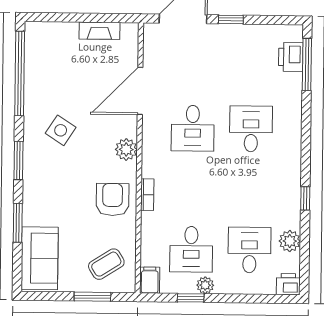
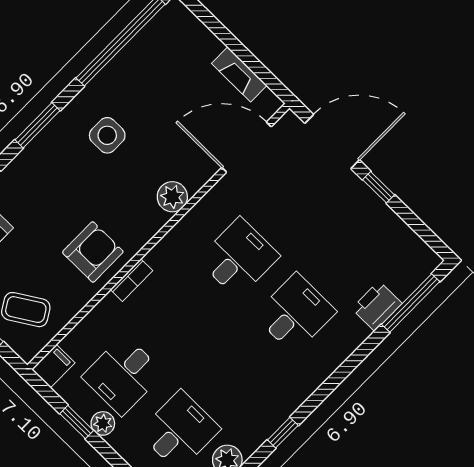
printer: (291, 57) -> (377, 306), moved
door: (140, 91) -> (246, 147), moved
desk: (193, 128) -> (239, 258), turned 180
side table: (61, 130) -> (107, 135), turned -33
plant: (126, 149) -> (172, 197), moved

